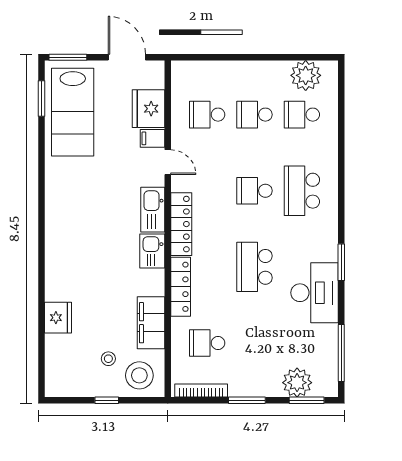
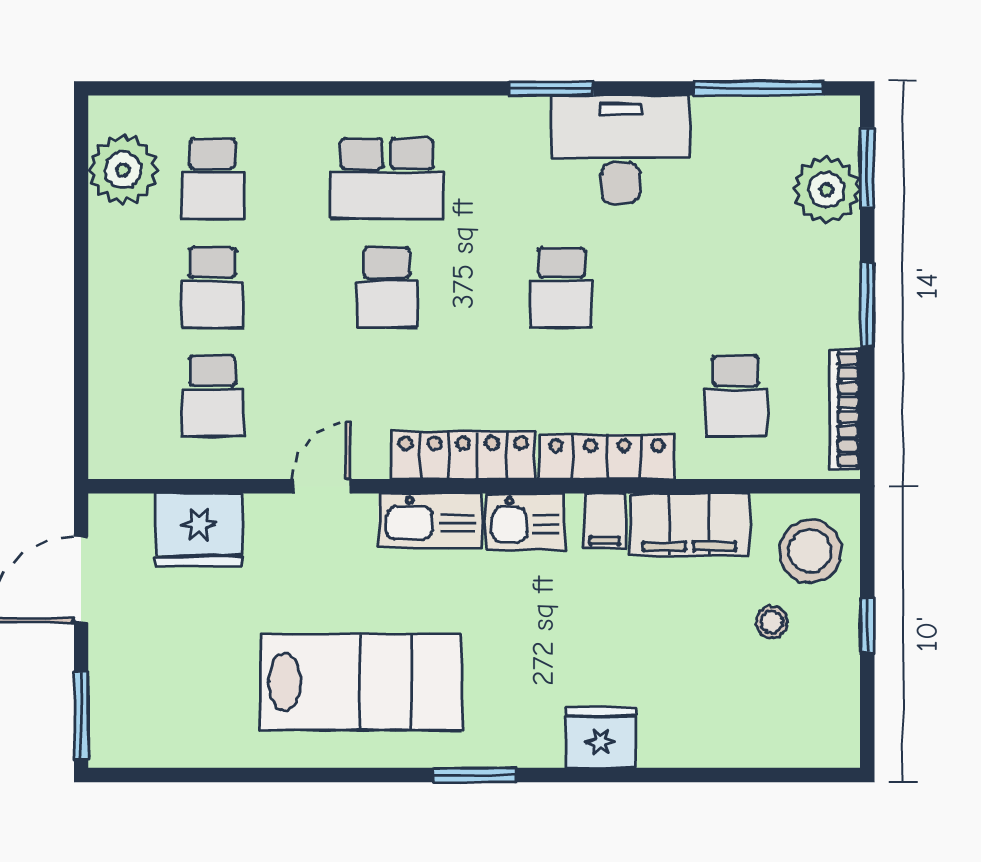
window: (42, 99) -> (475, 775), moved
lab bench: (73, 112) -> (361, 682), moved
filing cabinet: (152, 138) -> (605, 521), moved
school desk: (254, 267) -> (561, 287), width x0.54
fridge: (58, 318) -> (601, 737), moved

